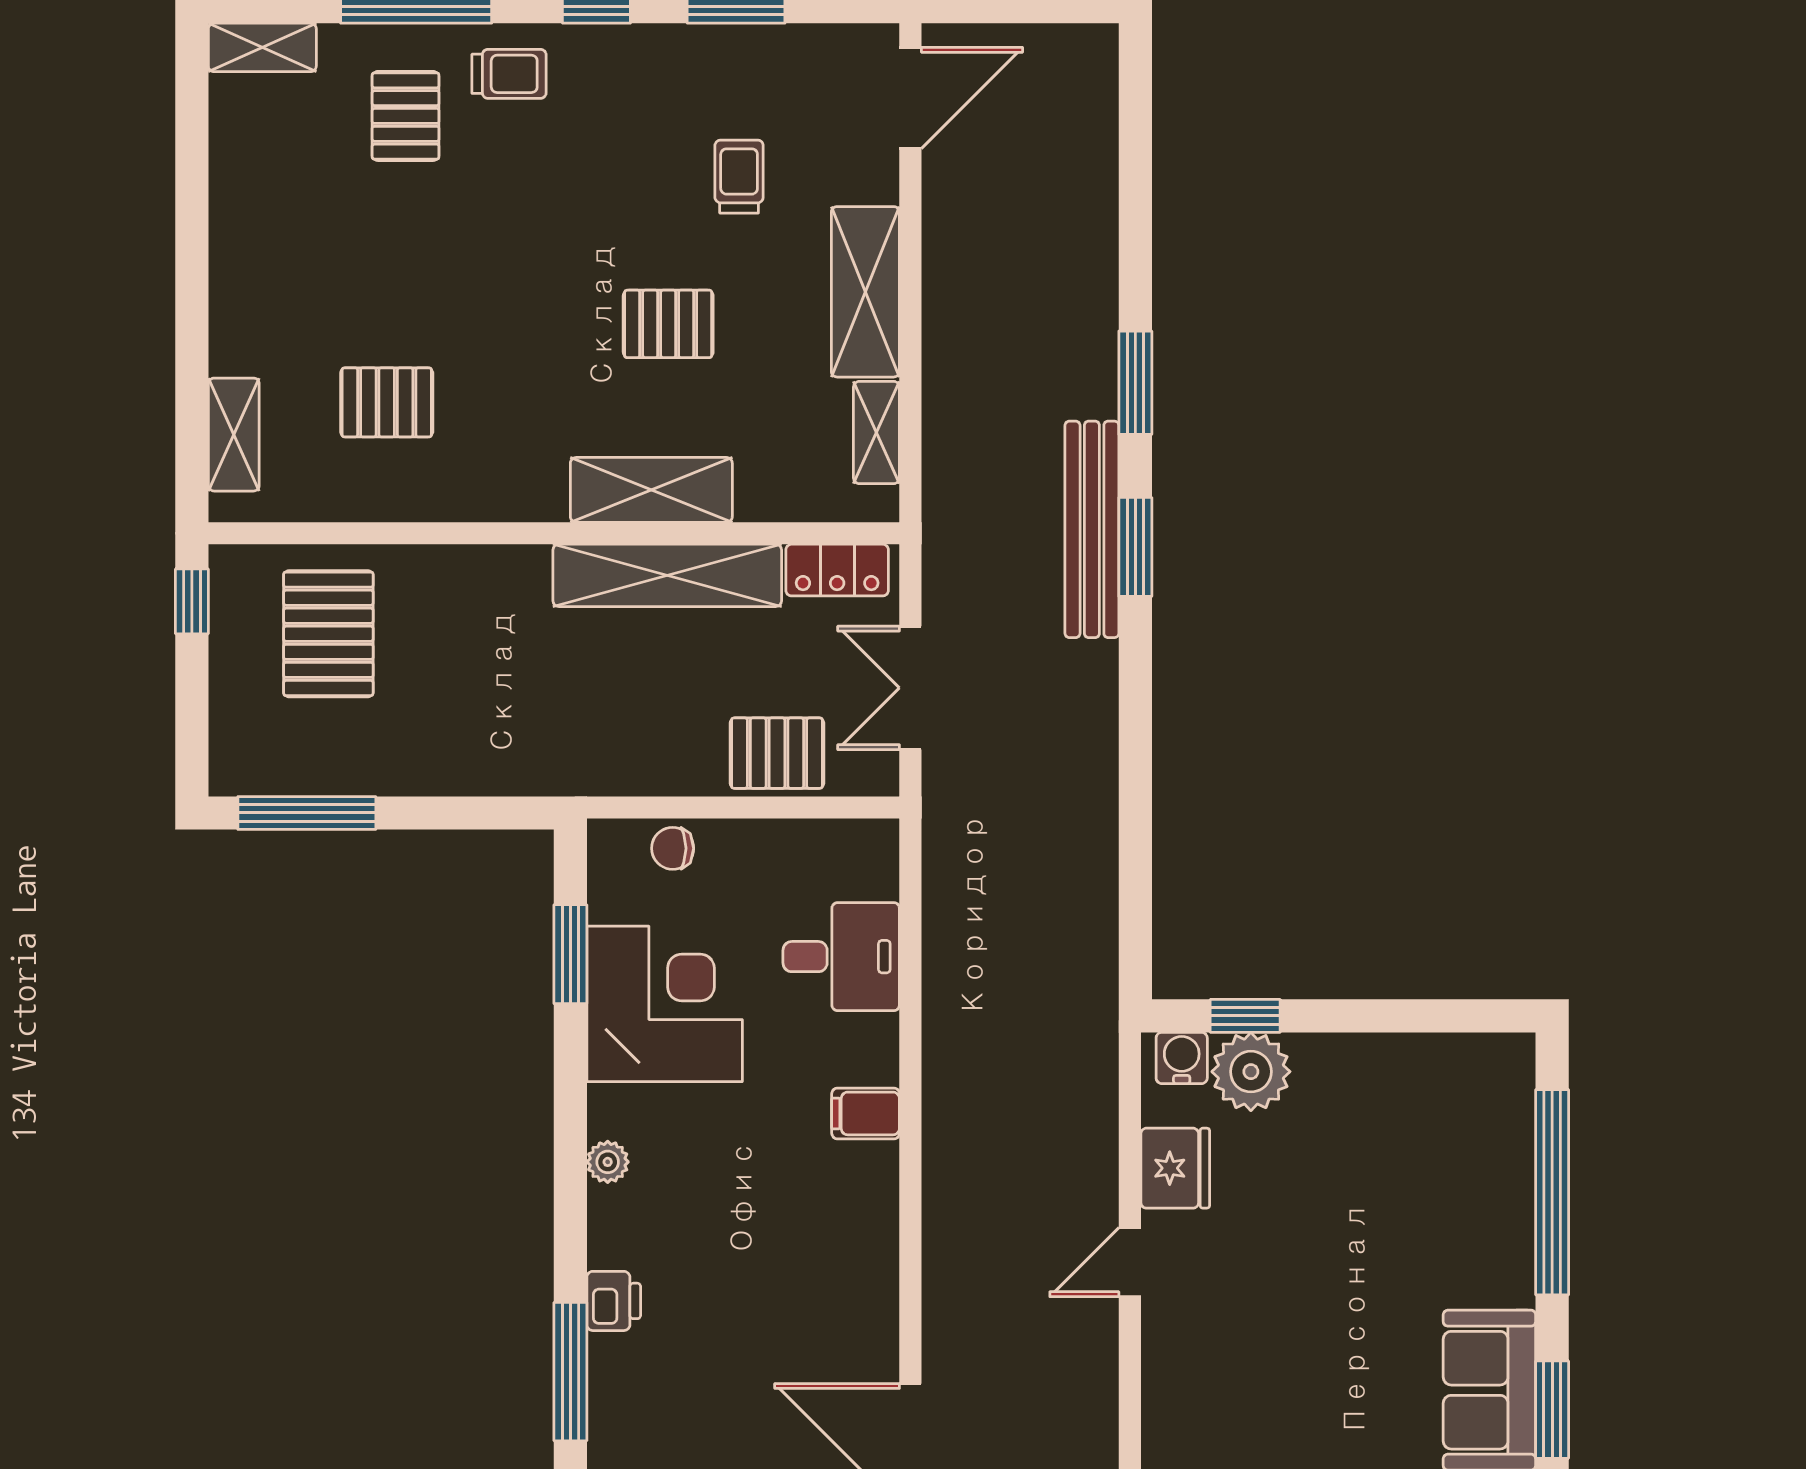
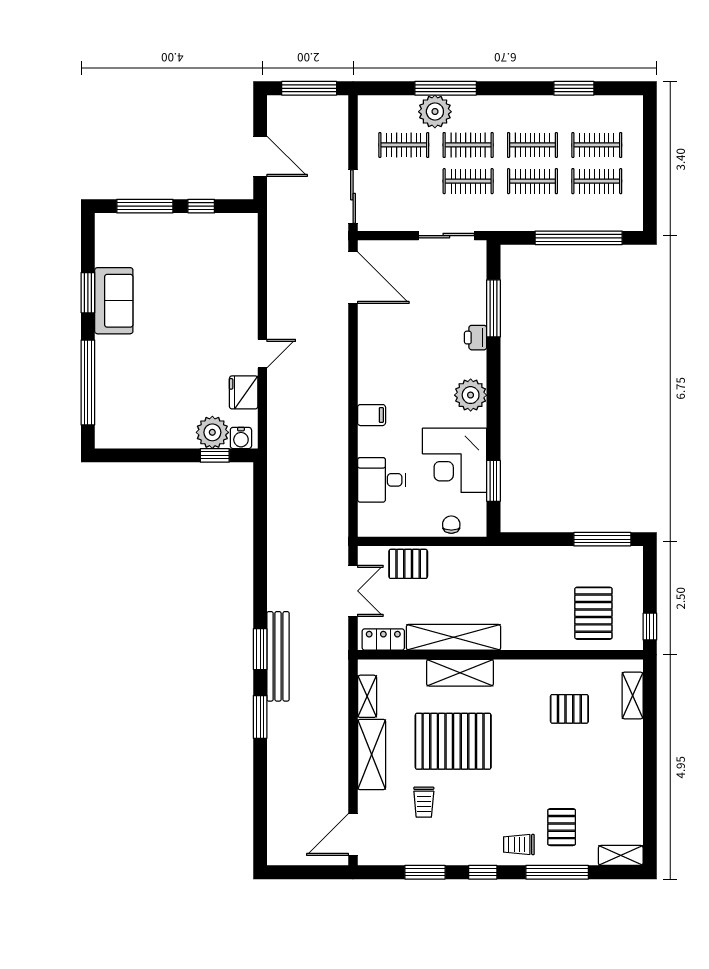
pallet: (668, 324) -> (453, 741), width x2.05, depth x2.00
chair: (673, 848) -> (451, 525), turned -90
plant: (608, 1162) -> (471, 395), width x1.88, depth x1.88

